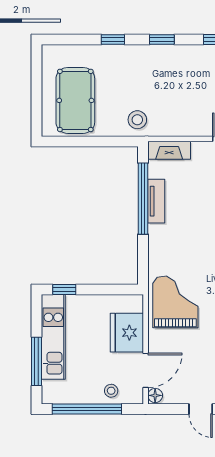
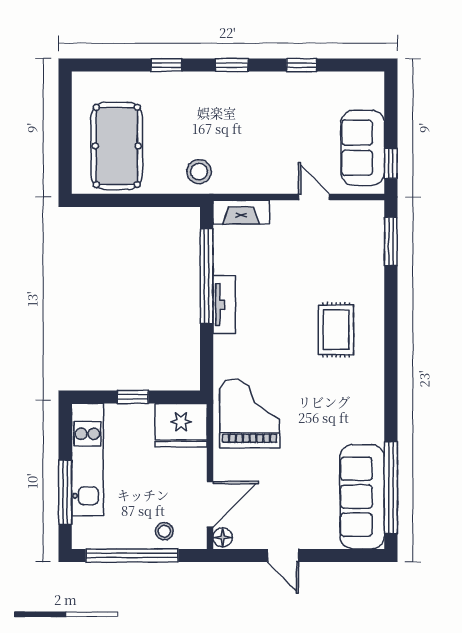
tv unit: (156, 201) -> (224, 305), moved
window: (64, 290) -> (133, 397), moved
fridge: (127, 333) -> (181, 425), moved, turned -90

